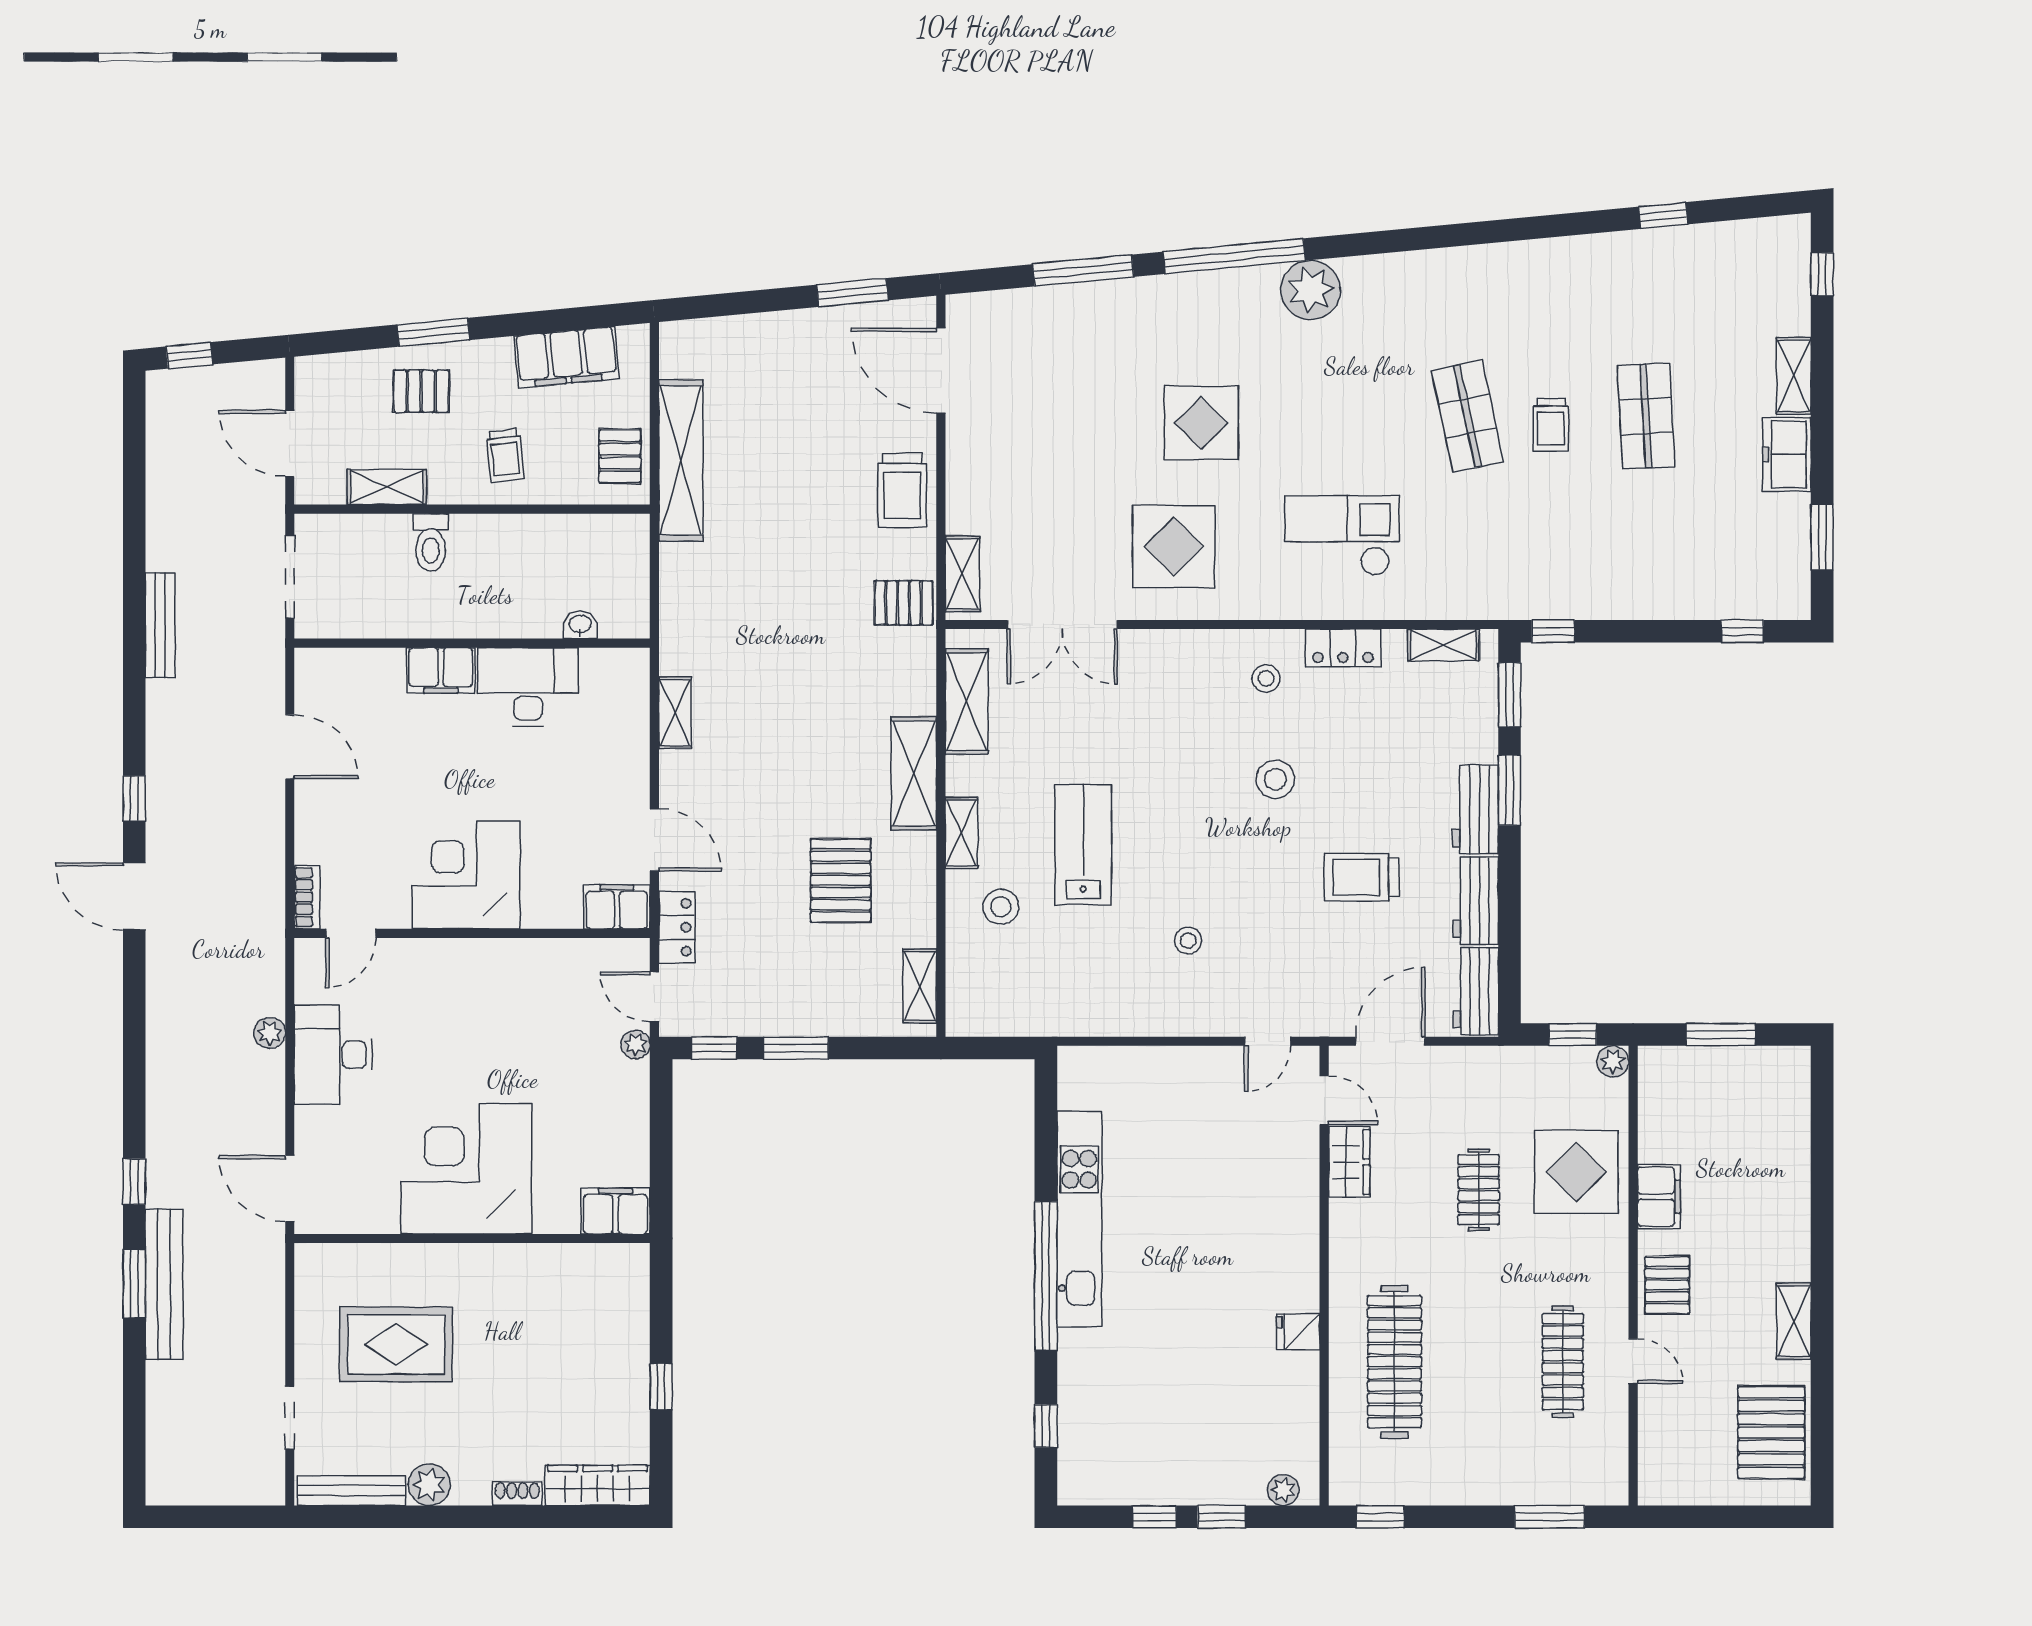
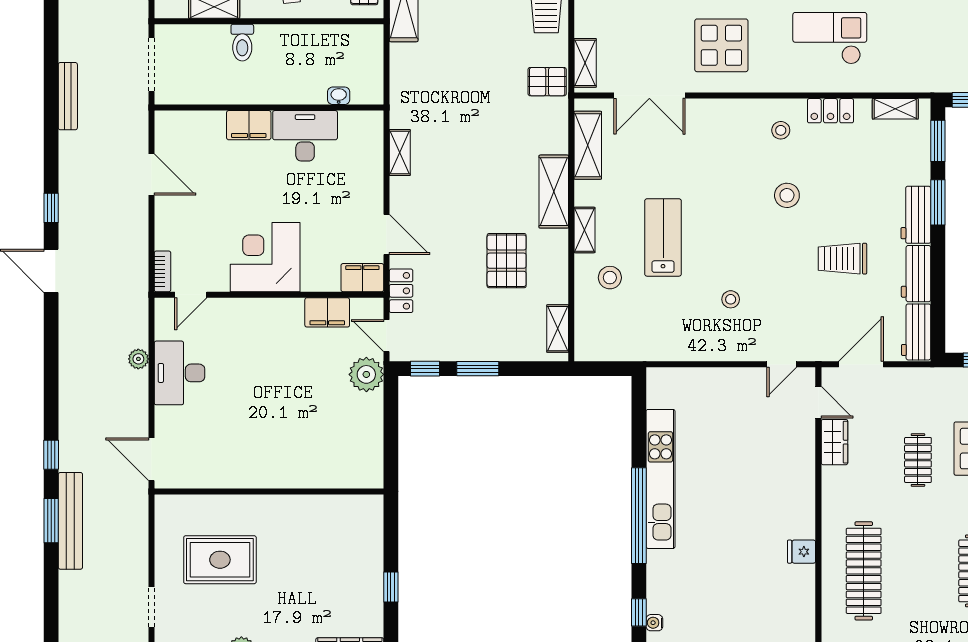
plant: (636, 1044) -> (366, 374), width x1.88, depth x1.88
corner desk: (466, 1169) -> (265, 446), removed
filing cabinet: (615, 1211) -> (327, 312), moved, turned 180
water cooler: (1070, 1442) -> (654, 623), added

